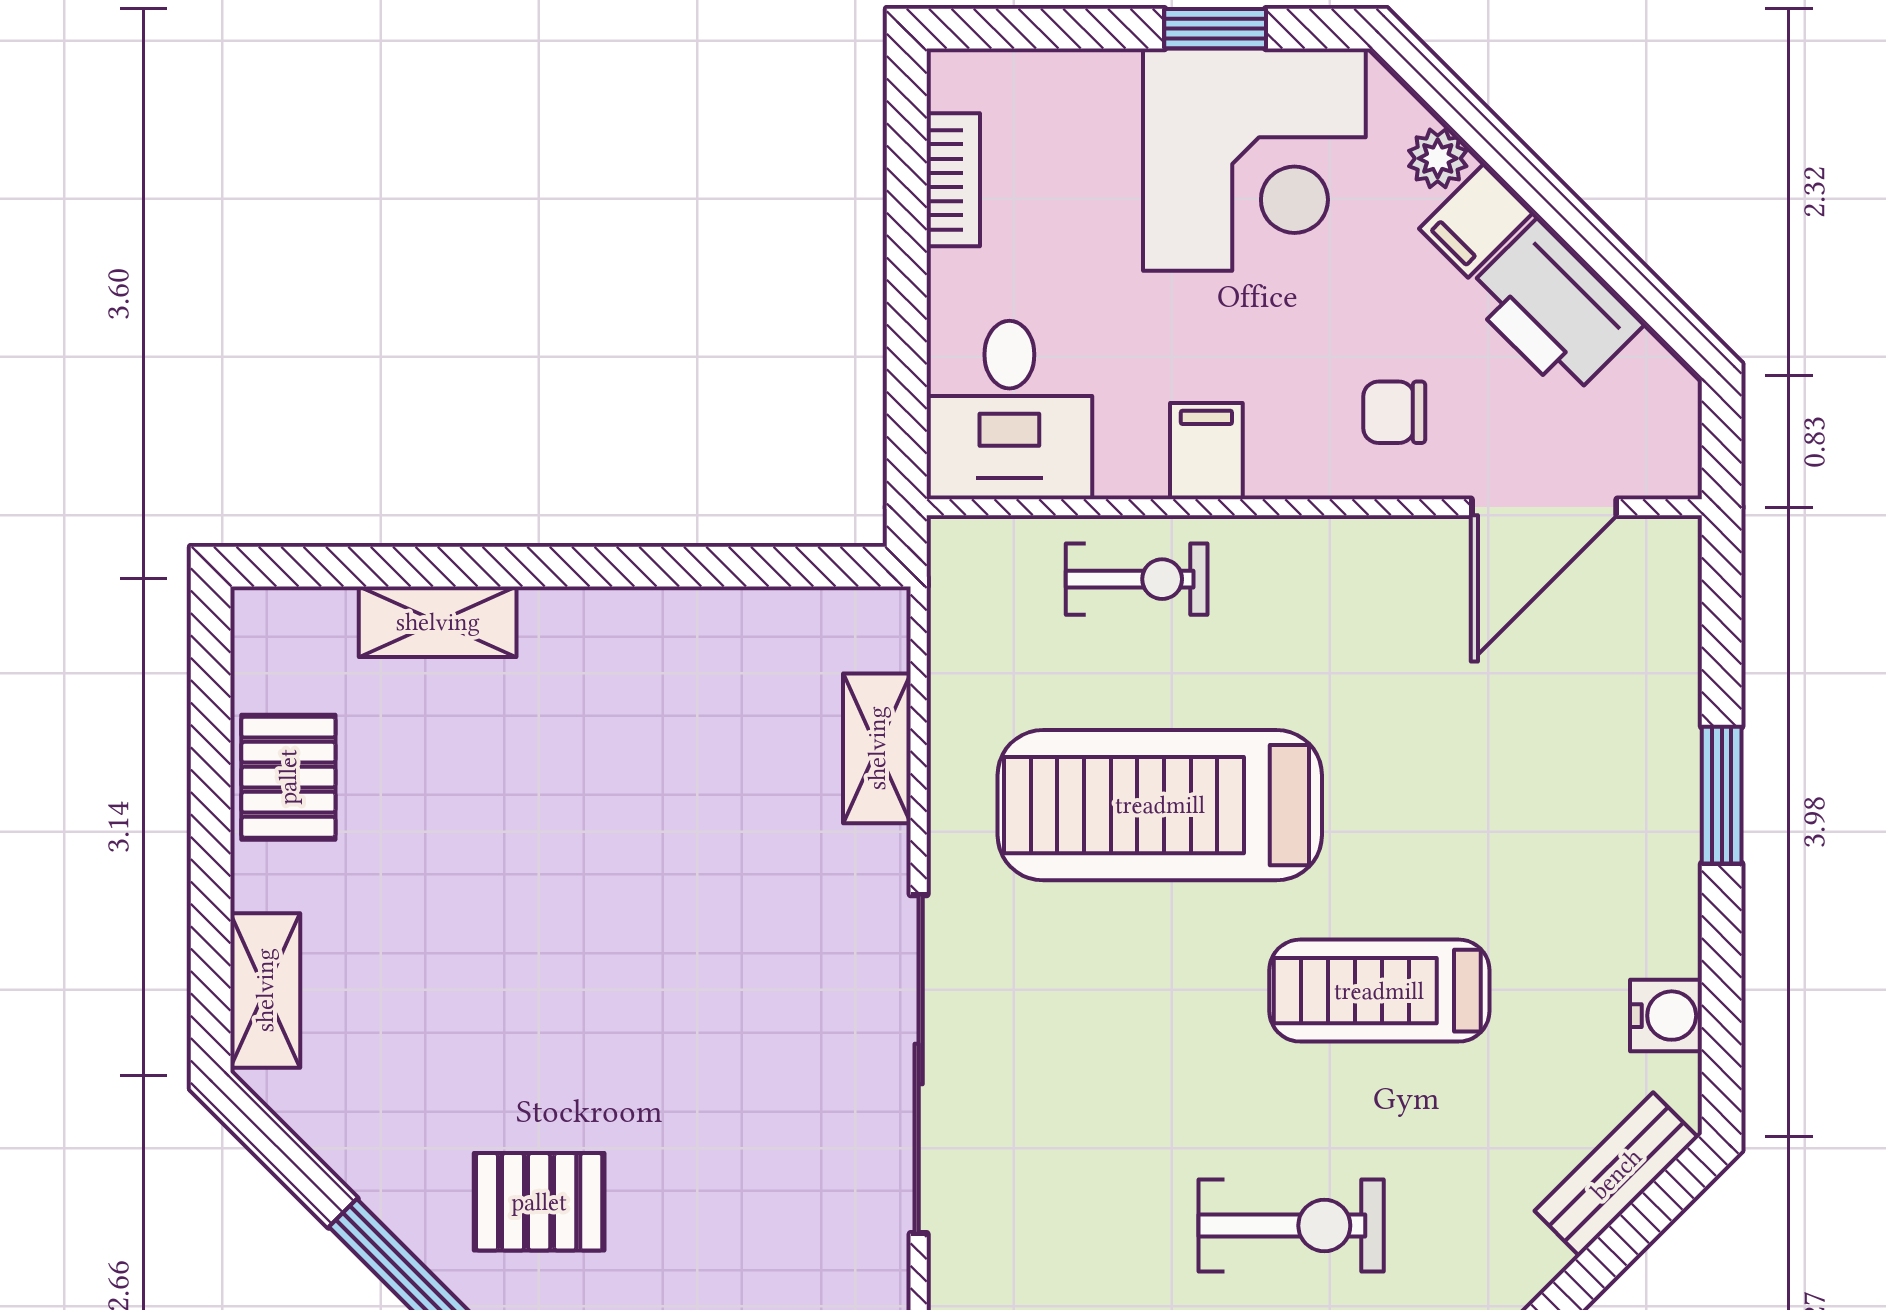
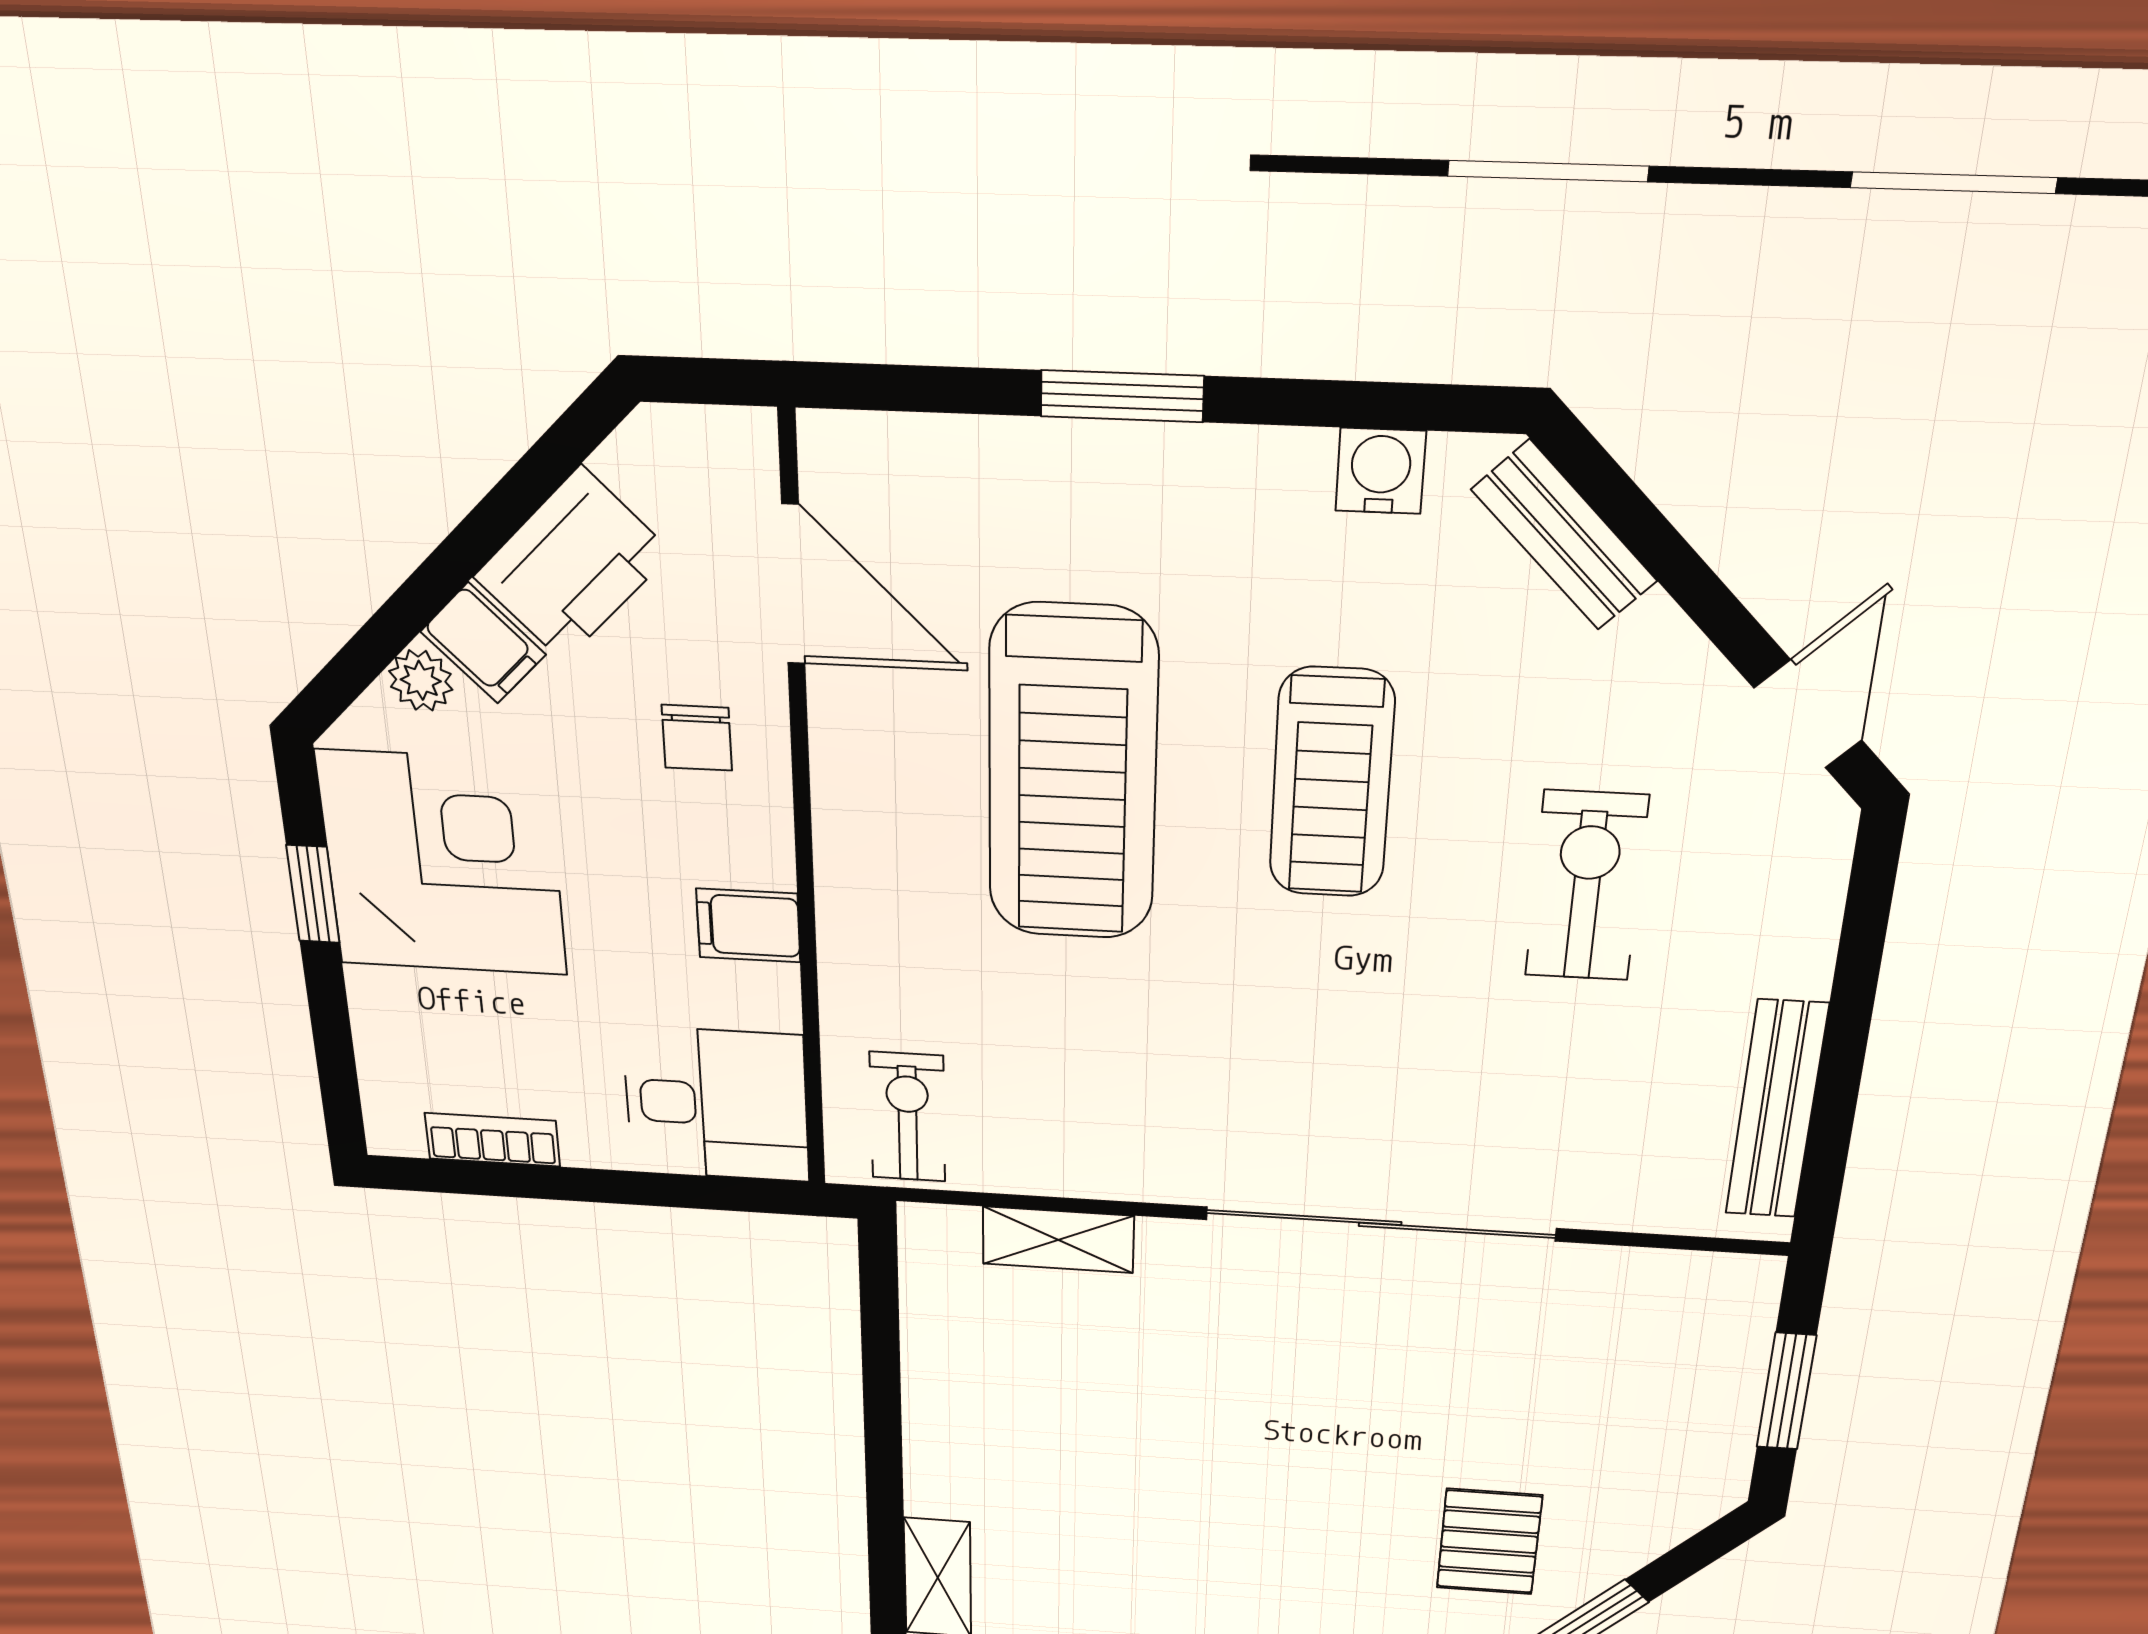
exercise bike: (1137, 579) -> (908, 1117), moved
treadmill: (1160, 805) -> (1072, 775), moved

